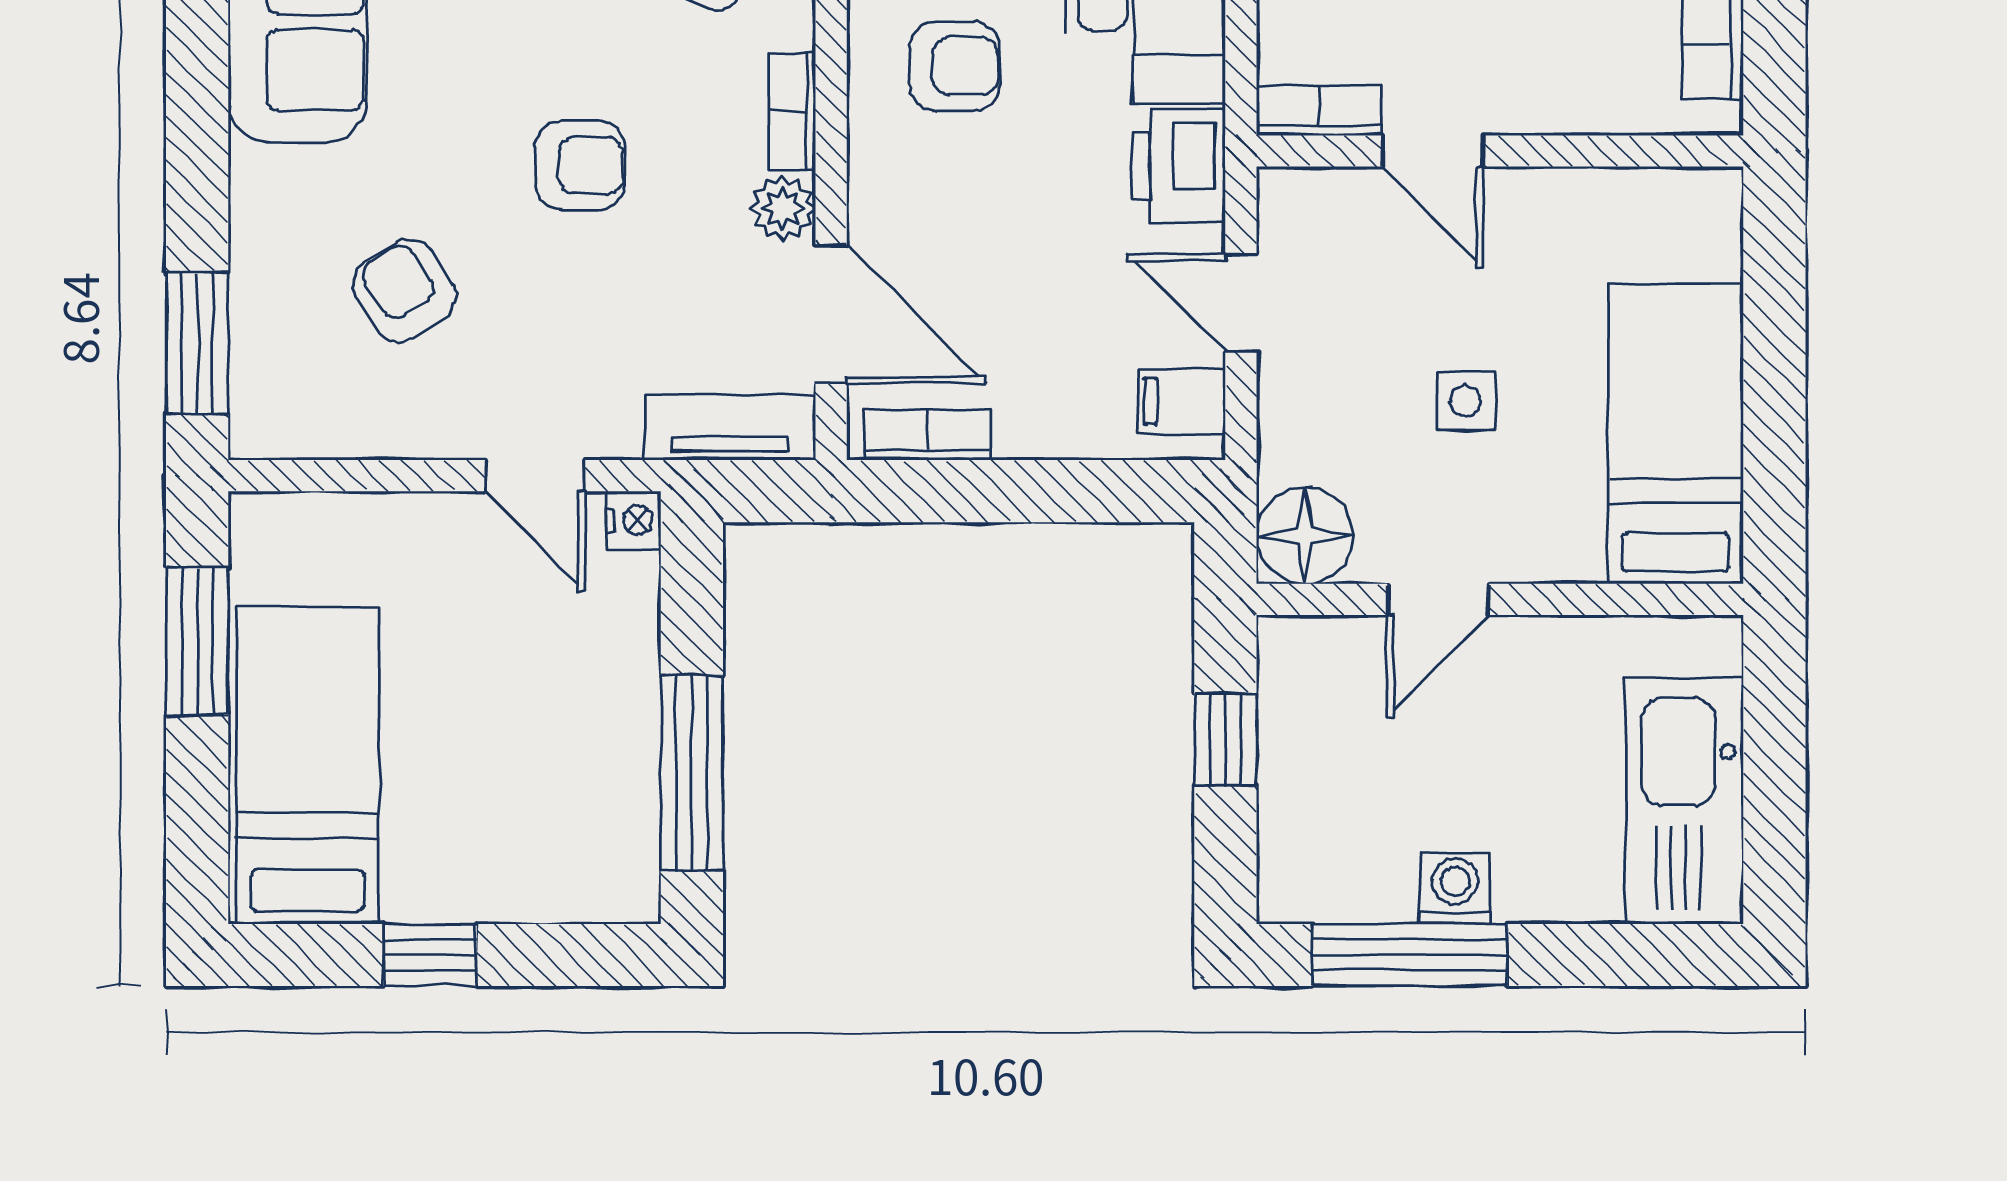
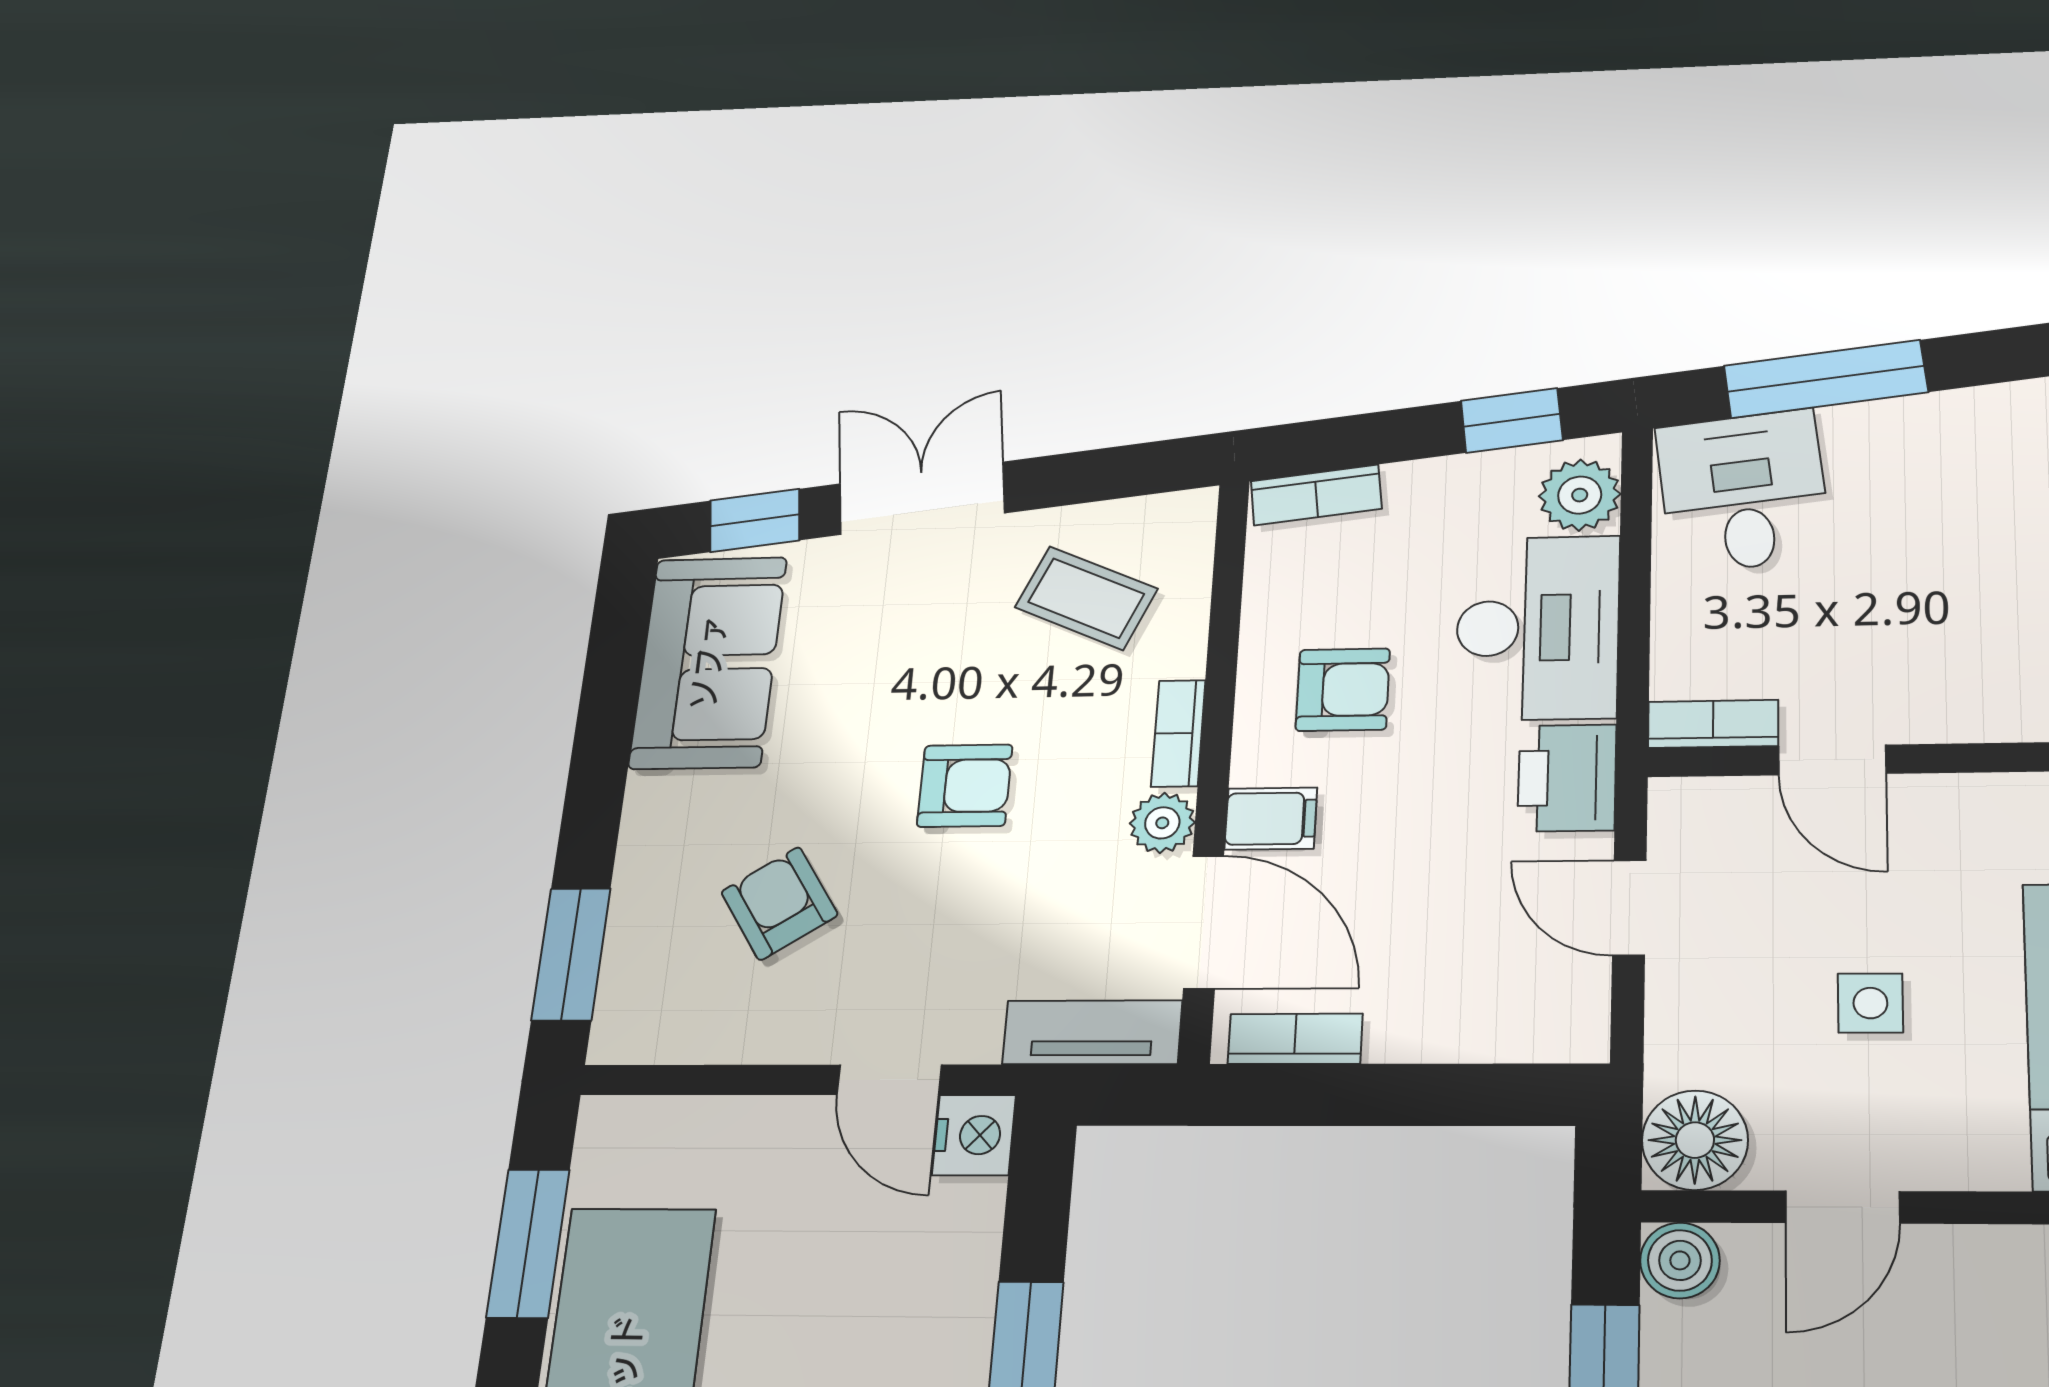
filing cabinet: (1181, 402) -> (1271, 819), moved, turned 180
nightstand: (634, 520) -> (974, 1135), width x1.39, depth x1.35
boiler: (1292, 651) -> (1680, 1260), added

